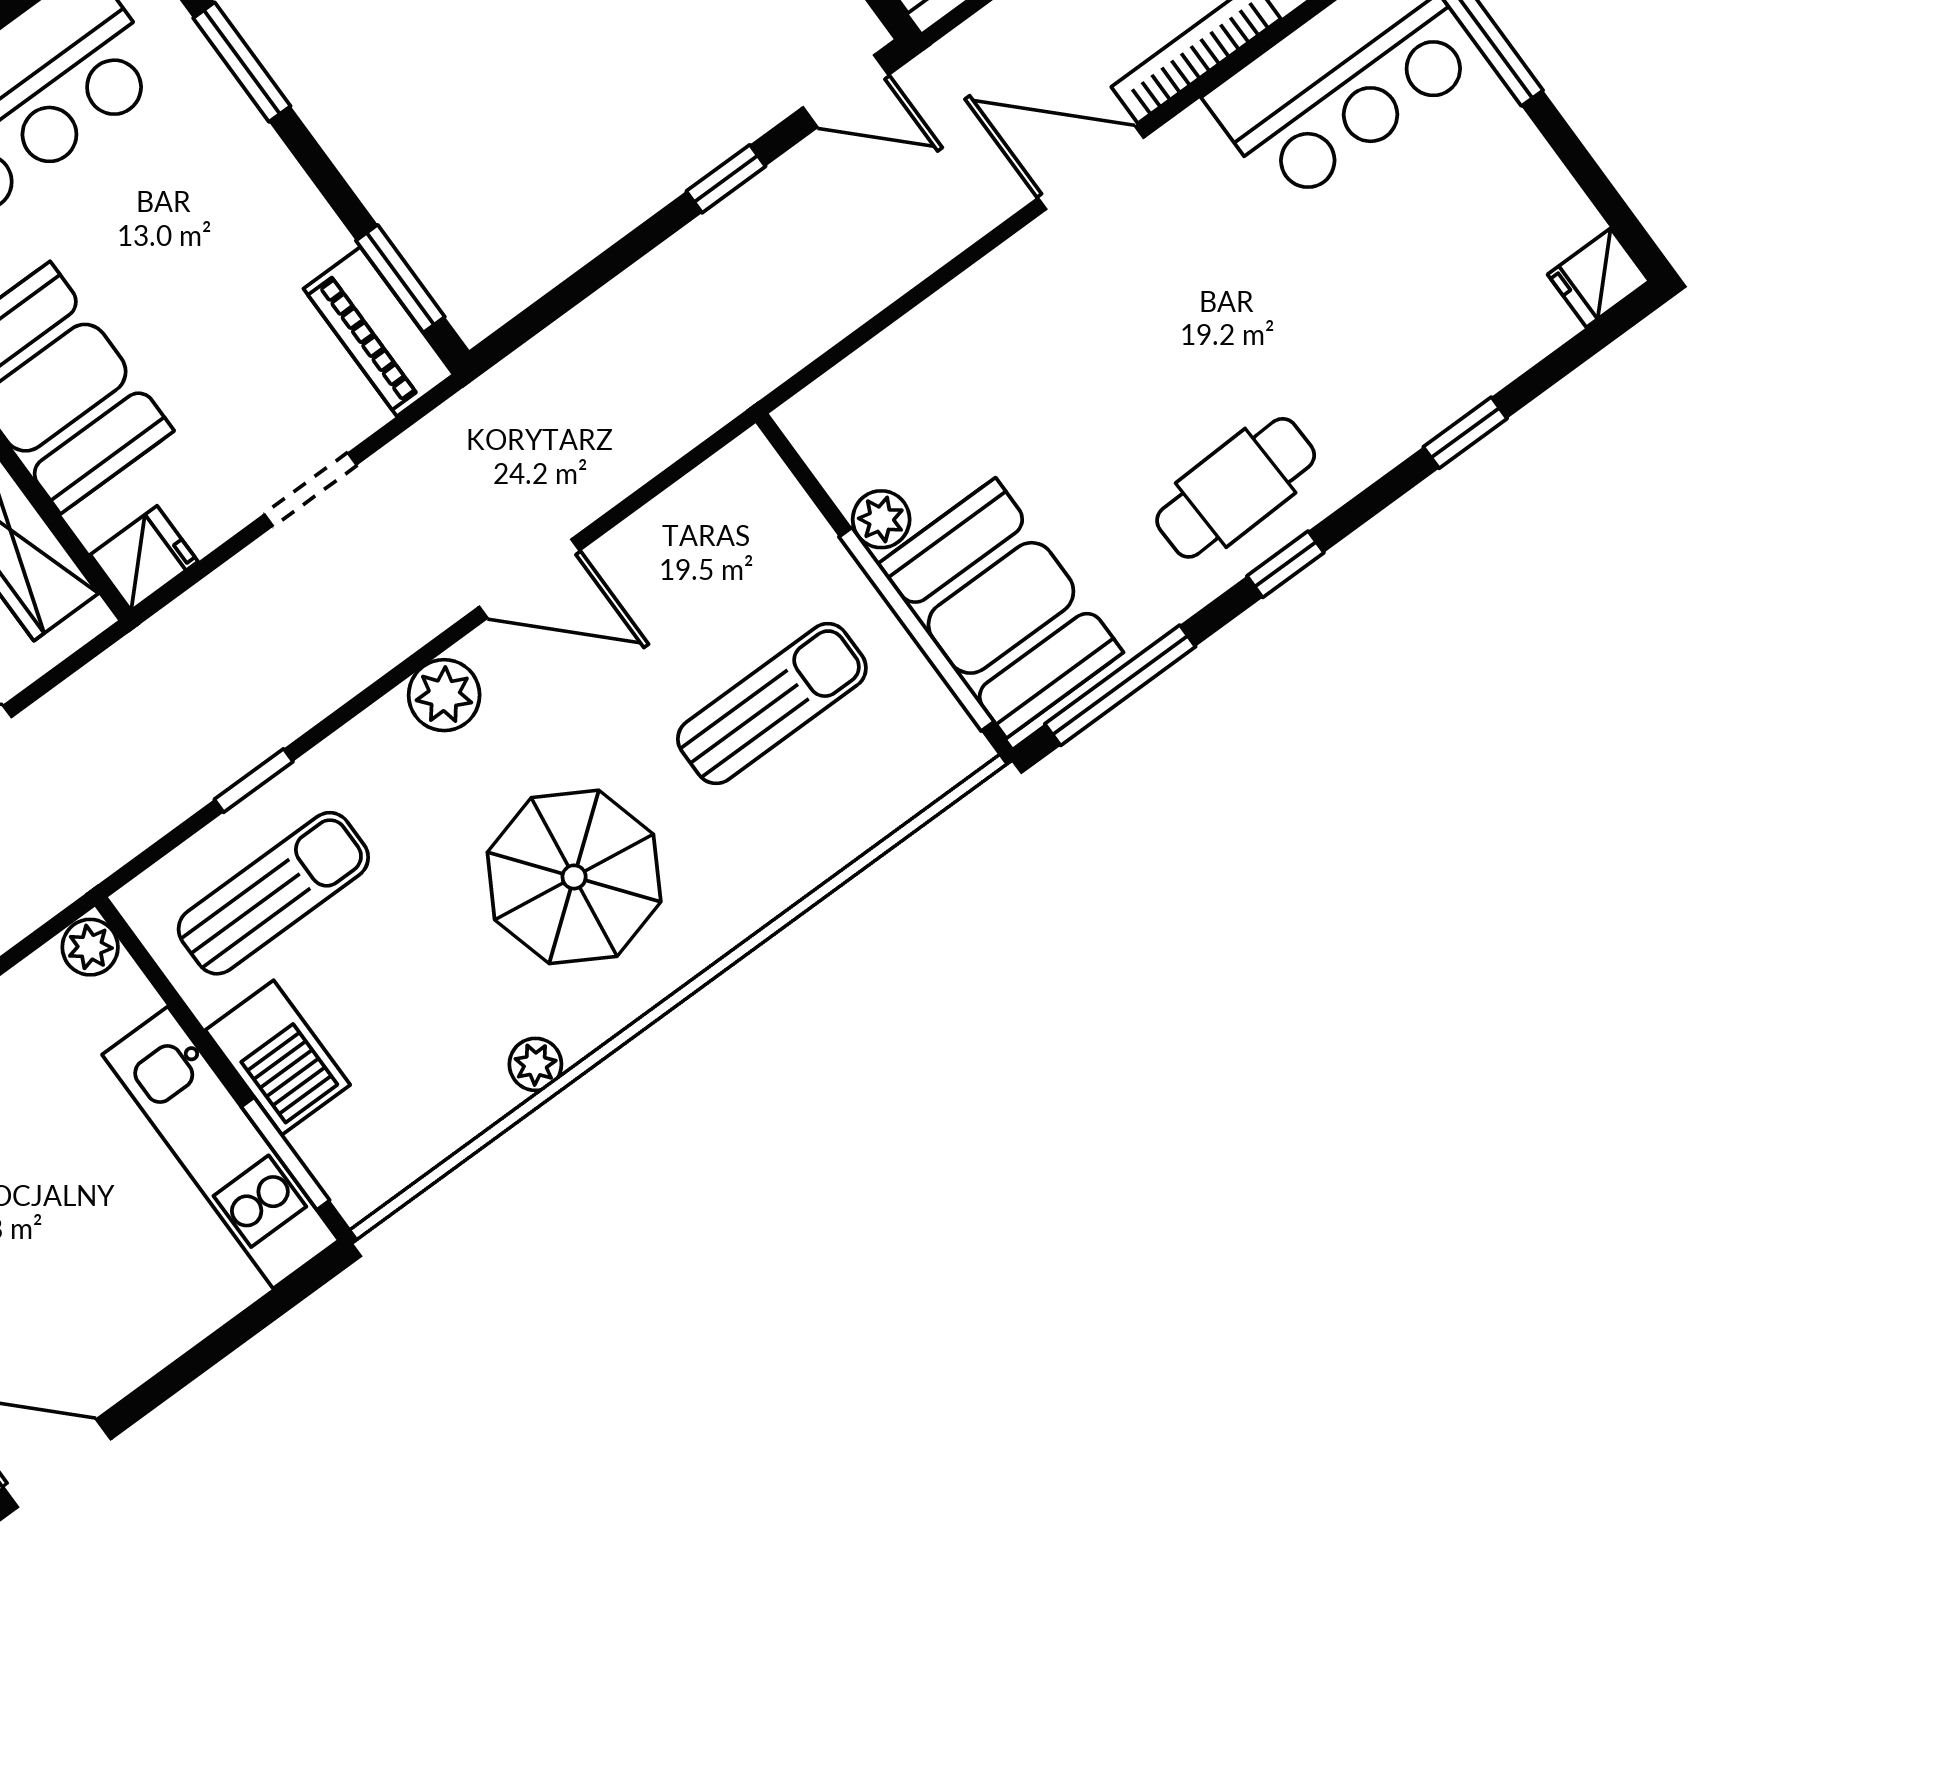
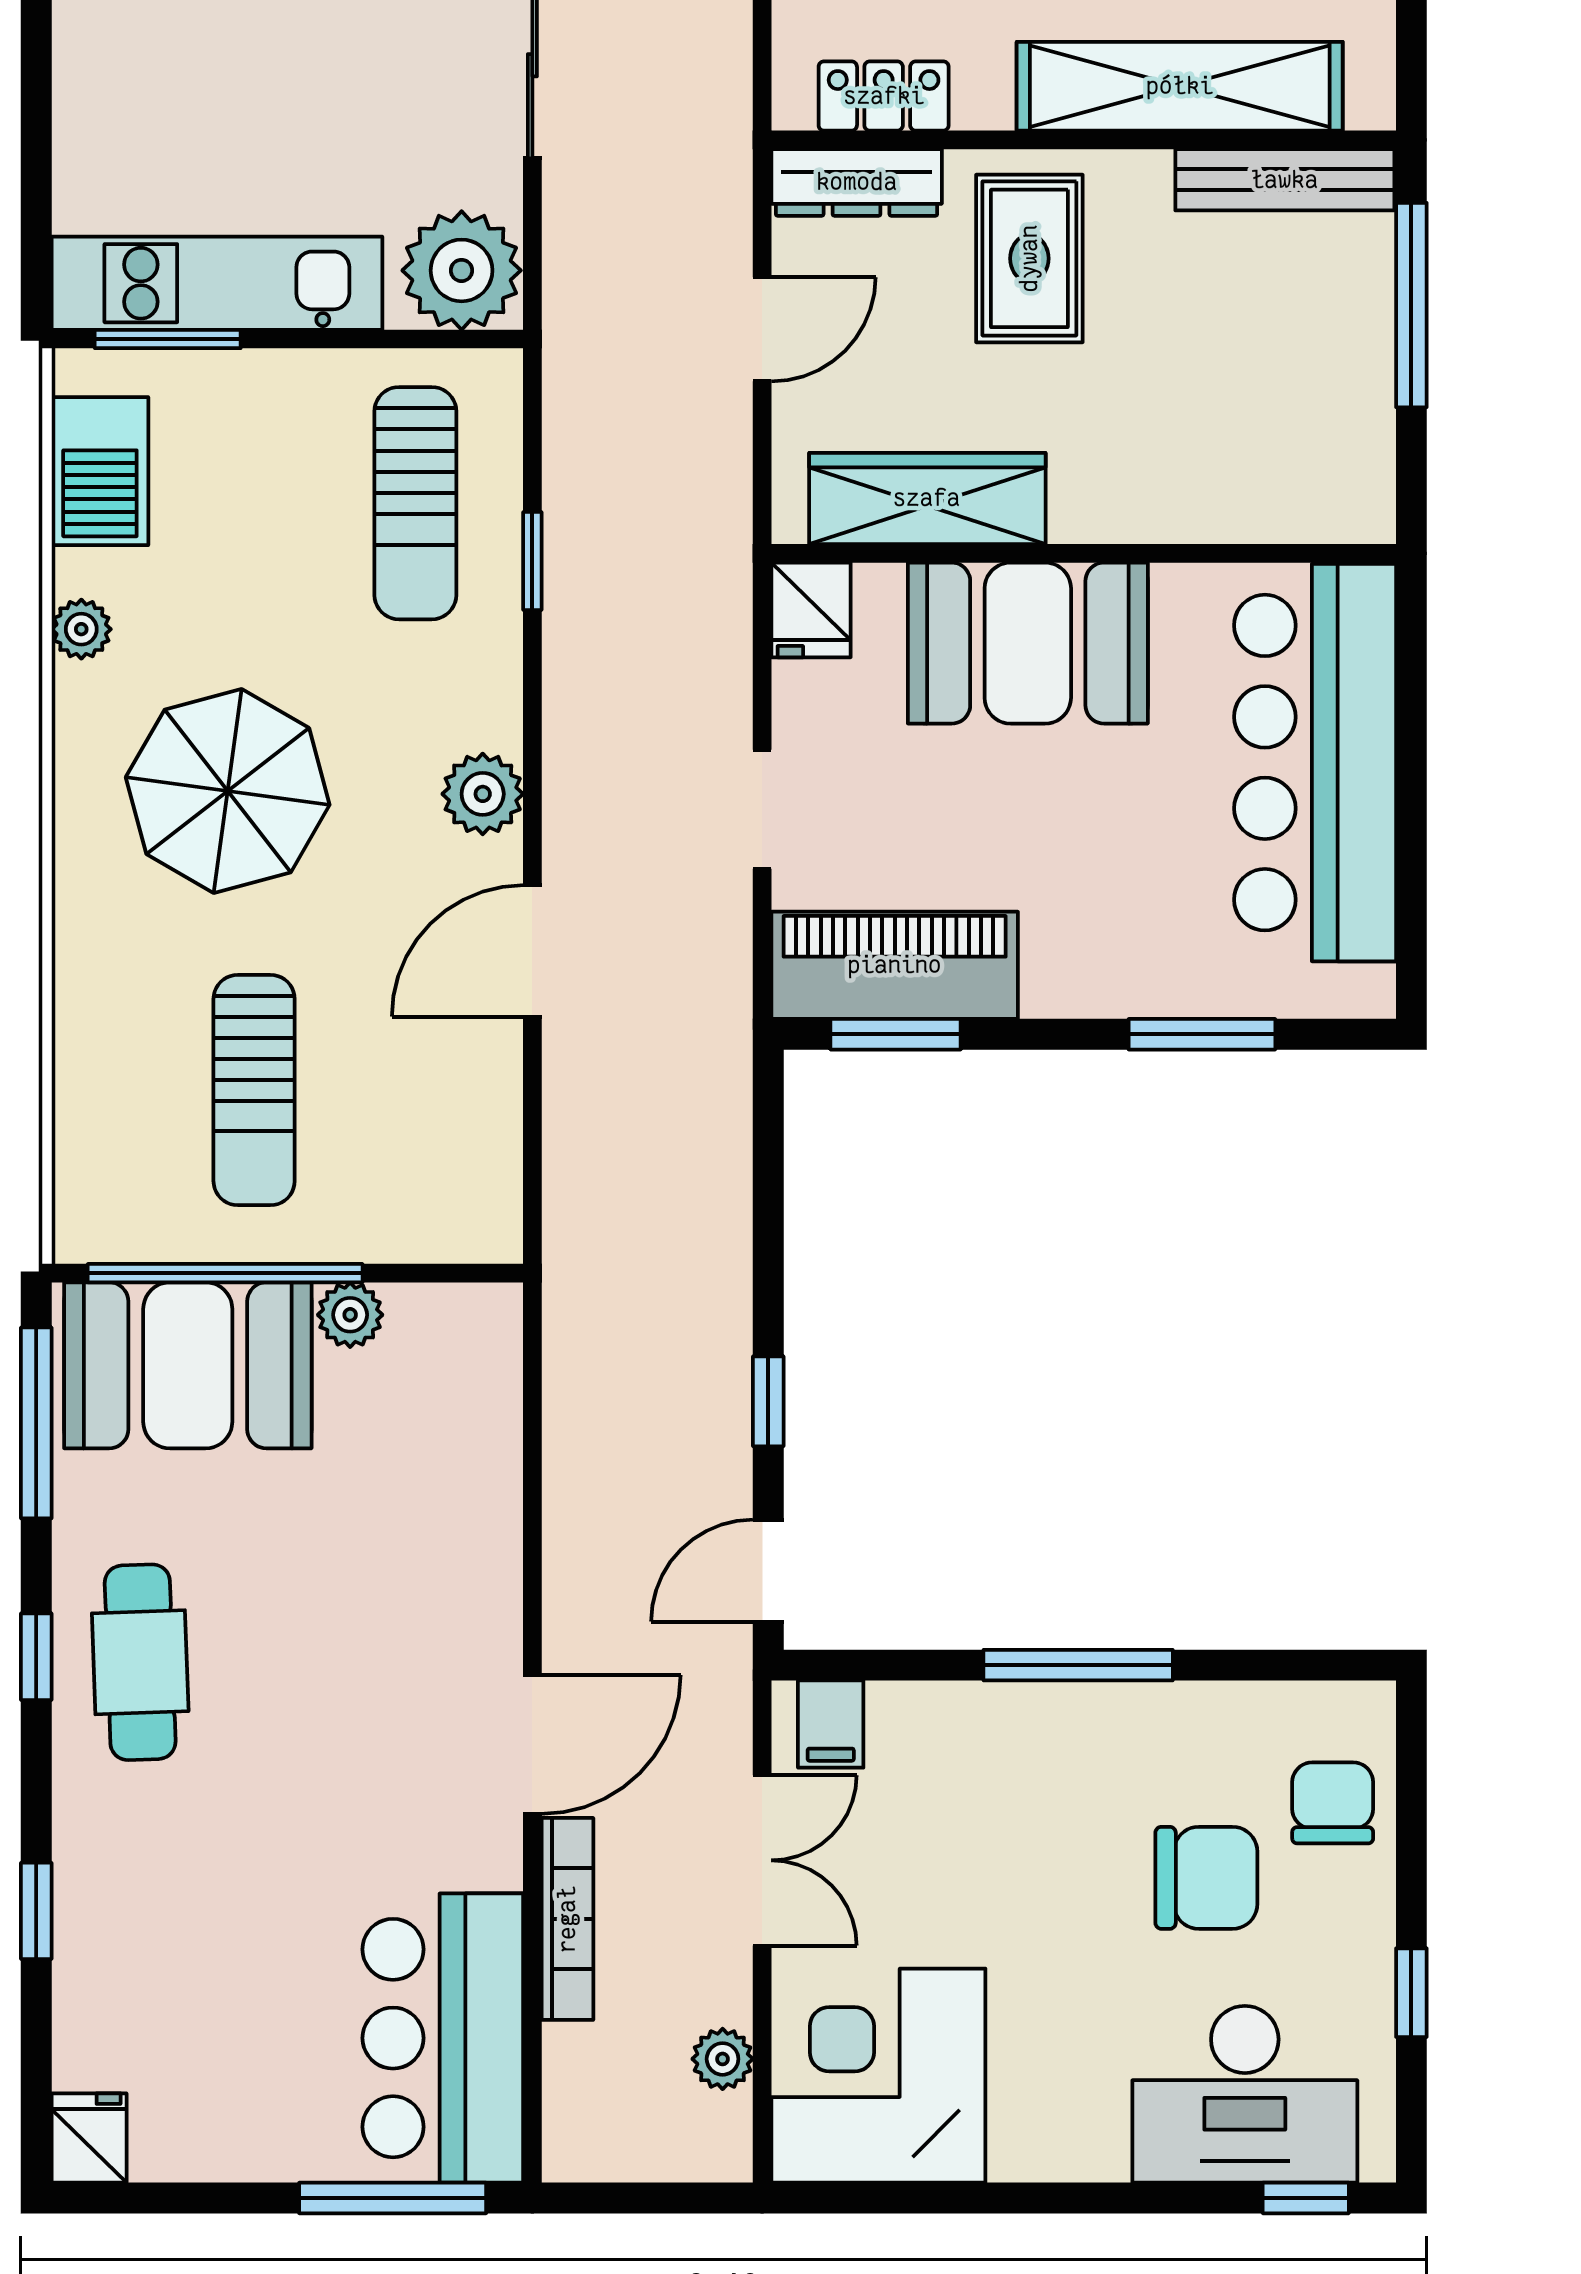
piano: (379, 332) -> (895, 965), width x1.37, depth x1.33
plant: (90, 947) -> (462, 270), width x1.88, depth x1.88
barbecue: (278, 1058) -> (100, 471), moved, turned -90

